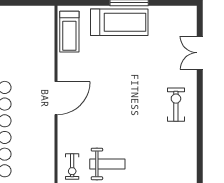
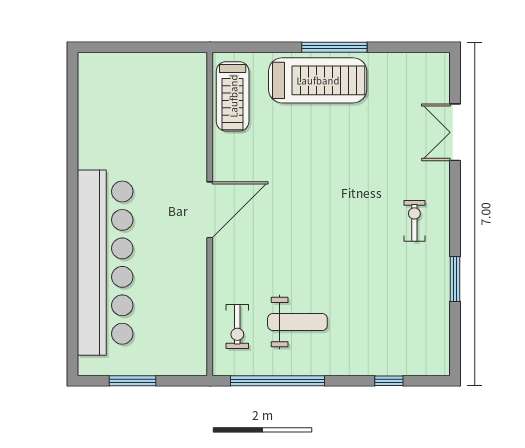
exercise bike: (176, 105) -> (414, 221), width x0.73, depth x0.72
window: (200, 139) -> (455, 279), added

